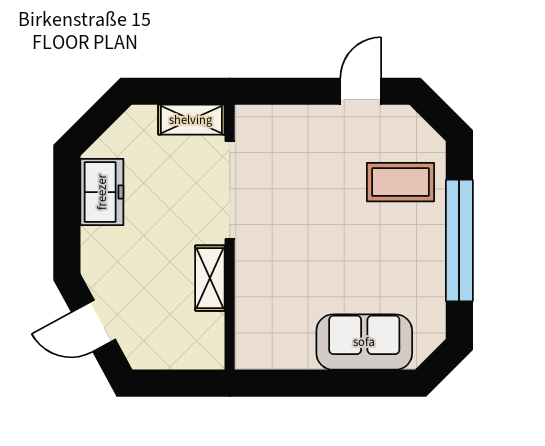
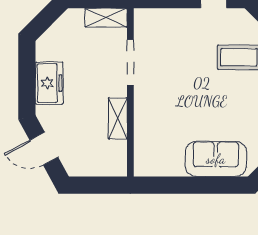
doorway: (230, 190) -> (130, 62), width x0.73
freezer: (102, 192) -> (49, 83), moved

